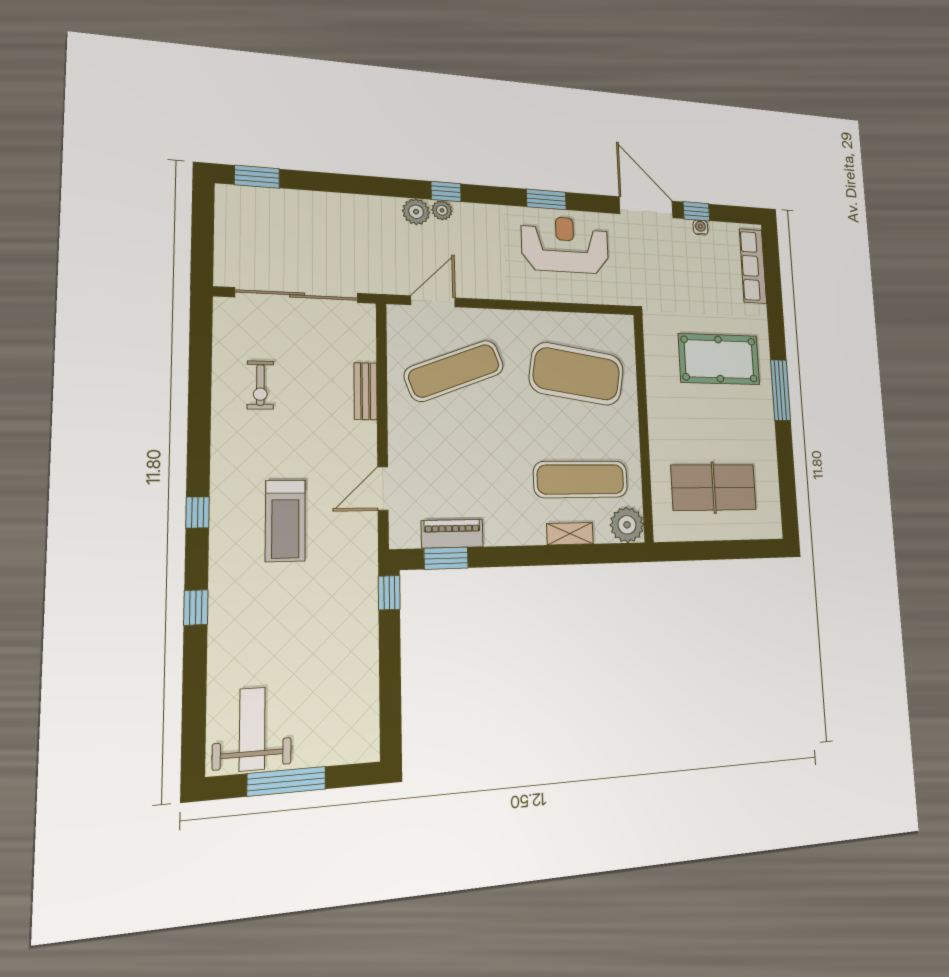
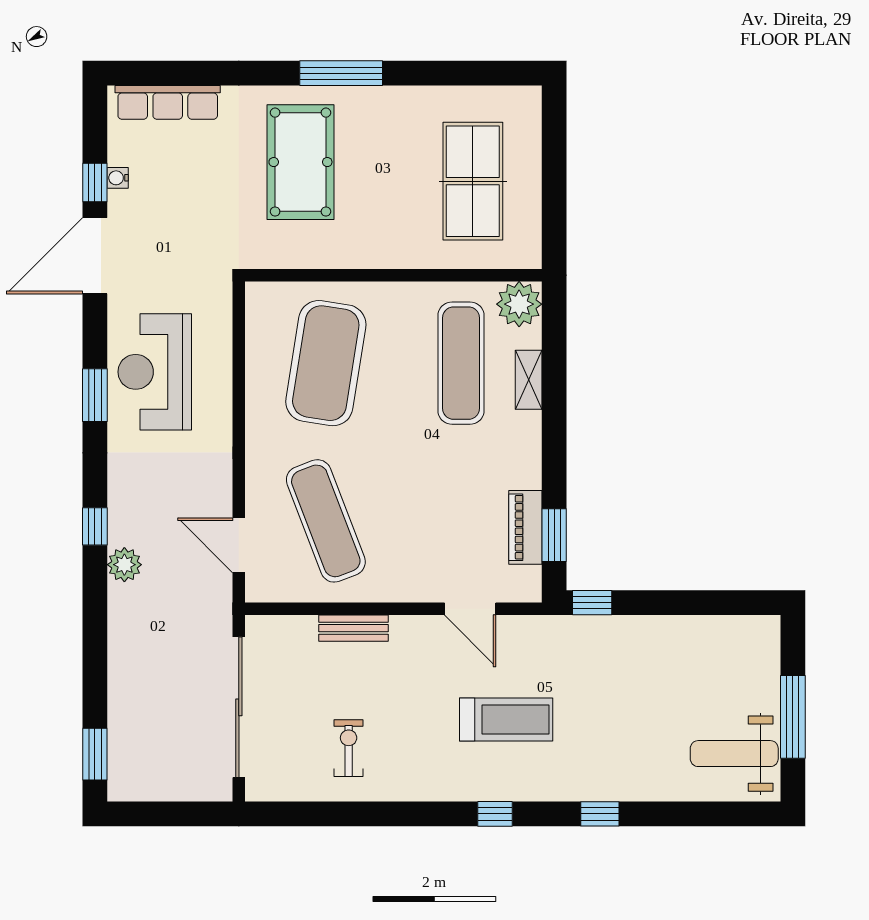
plant: (442, 210) -> (120, 532), removed
exercise bike: (260, 385) -> (349, 748), turned -90

